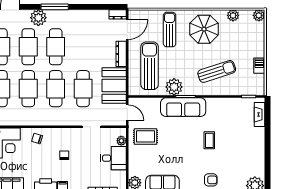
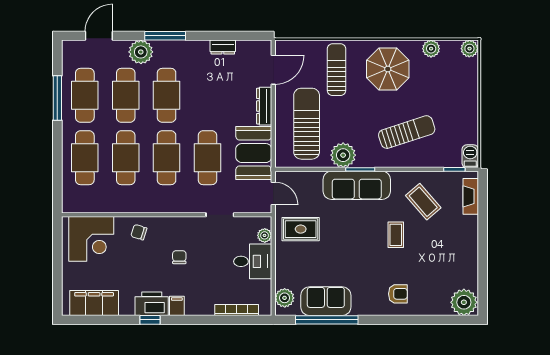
dresser: (118, 14) -> (223, 47), moved
barbecue: (259, 66) -> (470, 156), moved
coffee table: (228, 118) -> (423, 202), added

